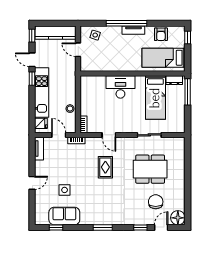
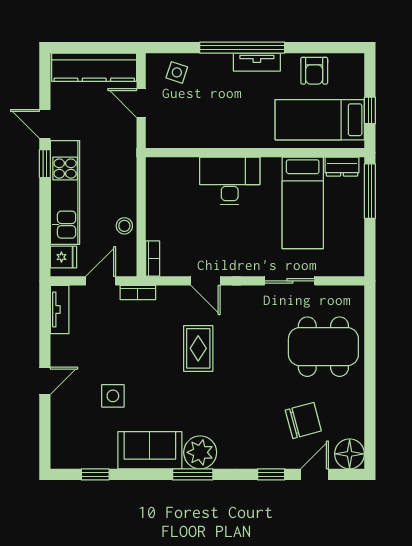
window: (32, 36) -> (45, 73), removed
window: (188, 38) -> (370, 110), moved
door: (59, 135) -> (101, 281), hinge flipped
dining table: (150, 169) -> (323, 347), moved
chair: (156, 202) -> (303, 420), turned 75
sofa: (64, 216) -> (150, 450), moved
plant: (106, 217) -> (200, 452), added

